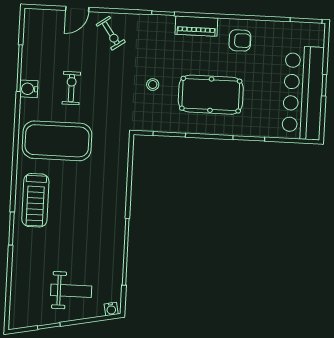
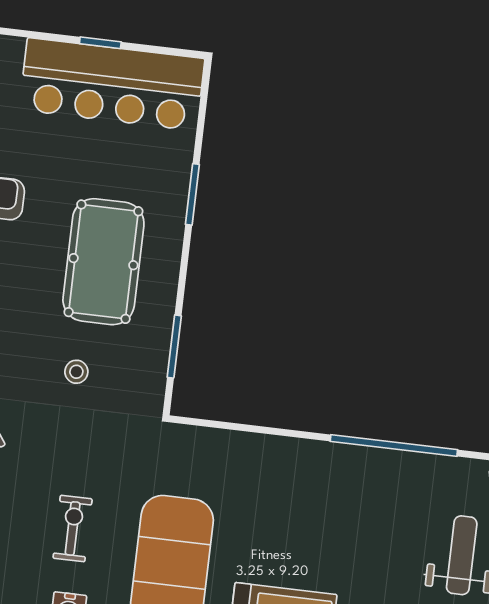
exercise bike: (71, 88) -> (73, 528), turned 90

